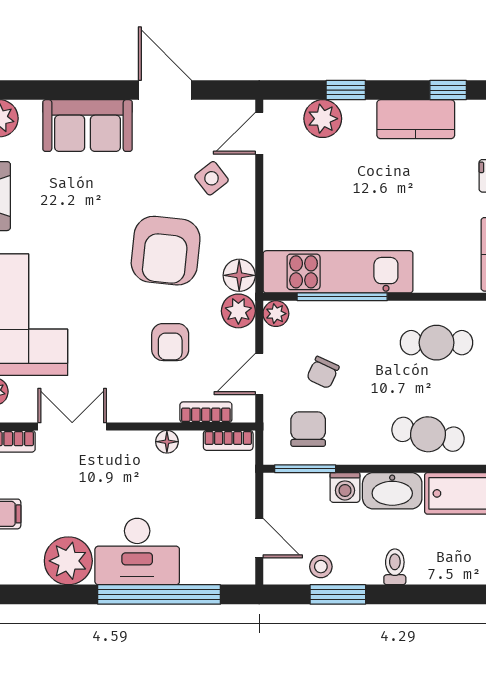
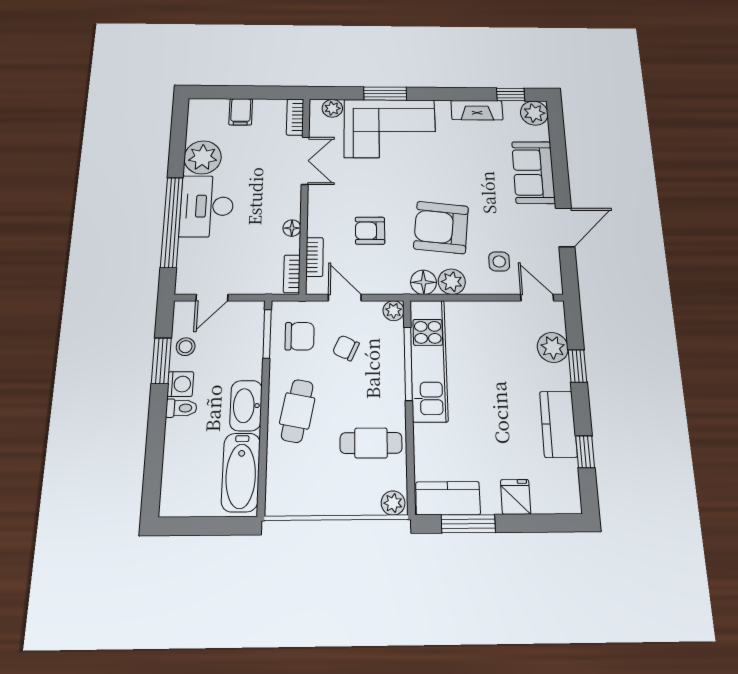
side table: (212, 178) -> (499, 261), turned 38
plant: (238, 311) -> (452, 282), moved
cafe table: (437, 343) -> (371, 443), turned 90
cafe table: (428, 434) -> (297, 411), moved
washing machine: (345, 487) -> (180, 384), moved, turned 180

